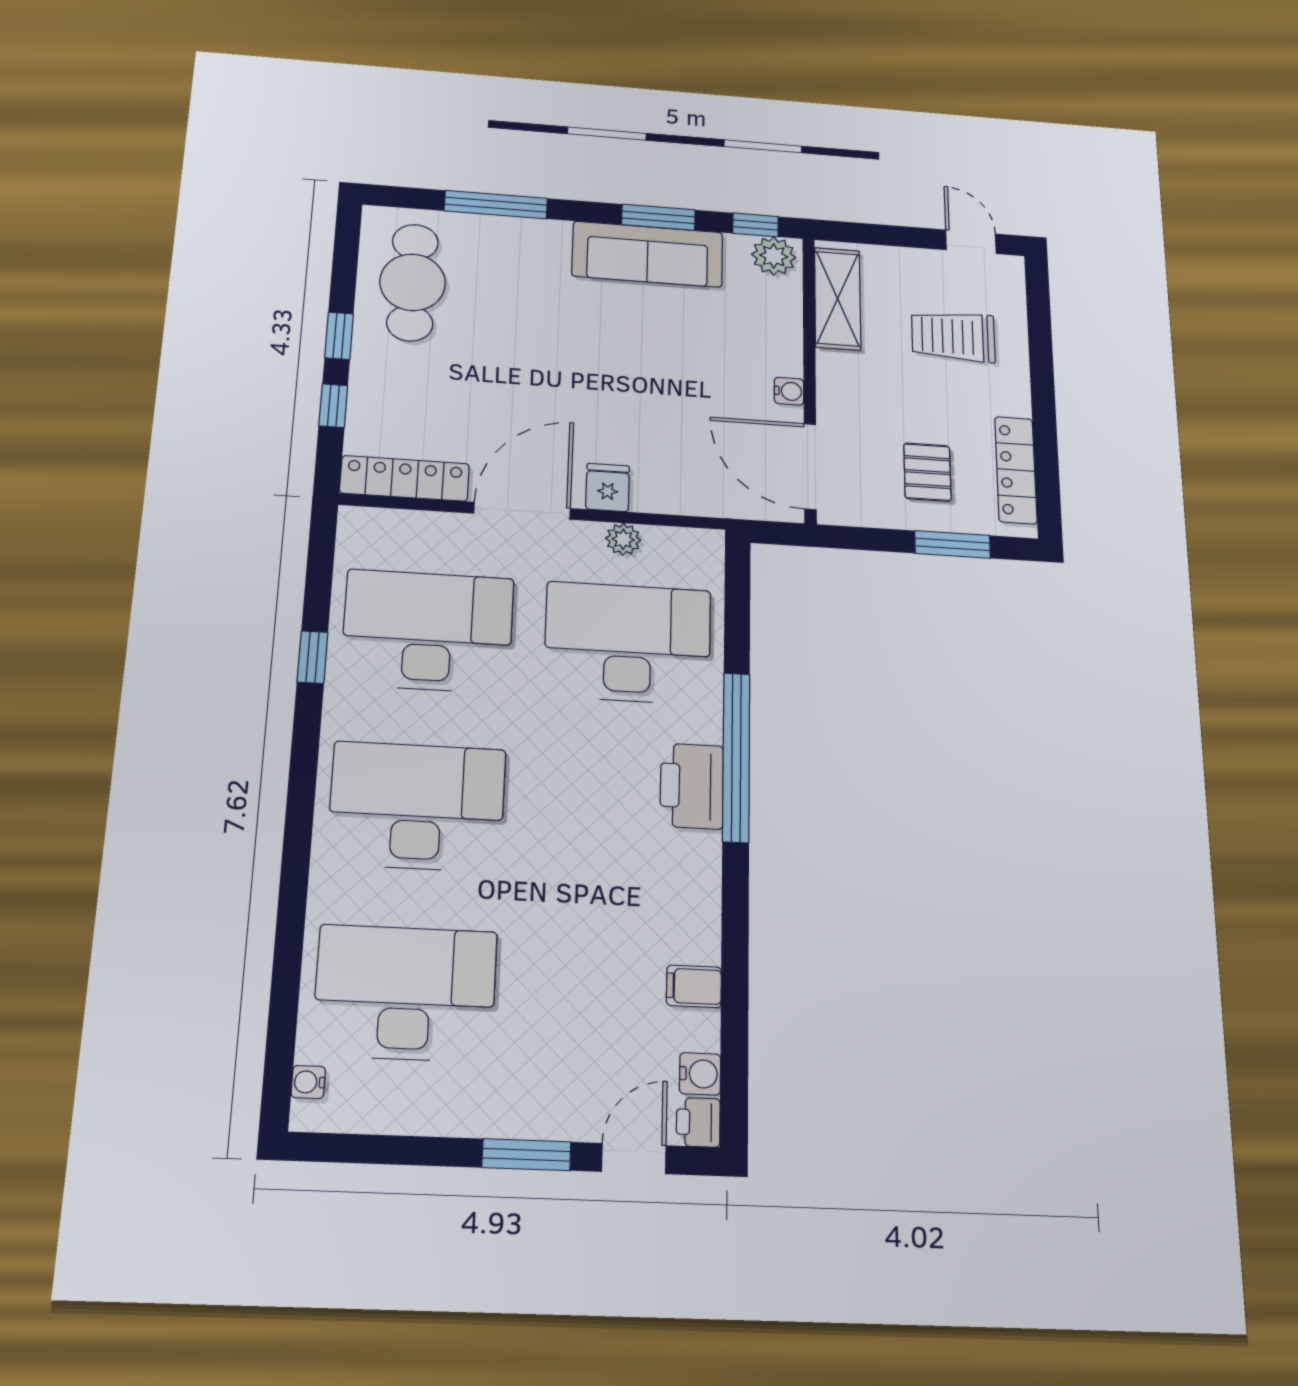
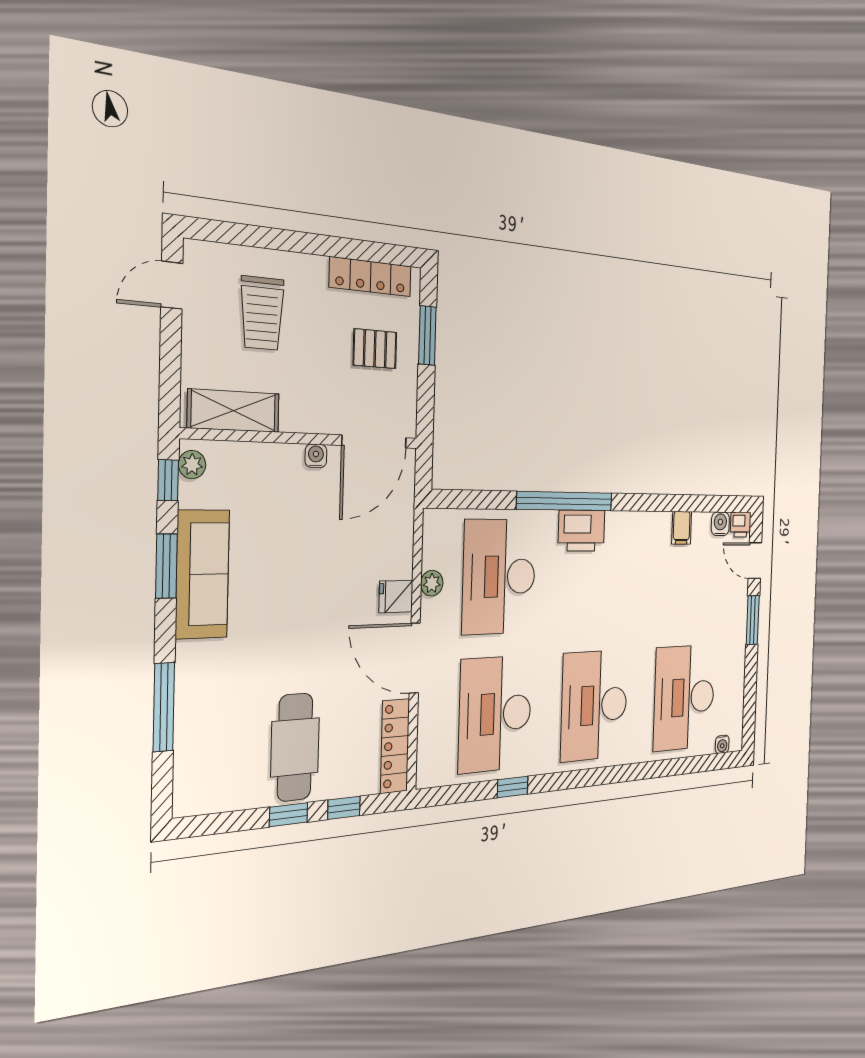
plant: (774, 256) -> (192, 465), width x0.73, depth x0.73
cafe table: (413, 282) -> (295, 747), moved, turned 90

